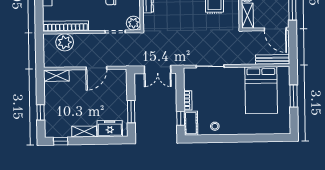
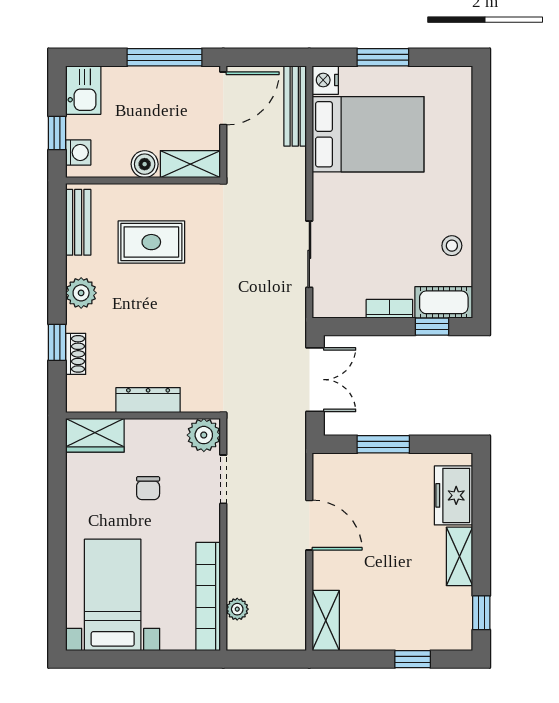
plant: (65, 42) -> (237, 609), width x0.53, depth x0.53
nightstand: (284, 72) -> (325, 80), added
window: (131, 112) -> (383, 444), moved

